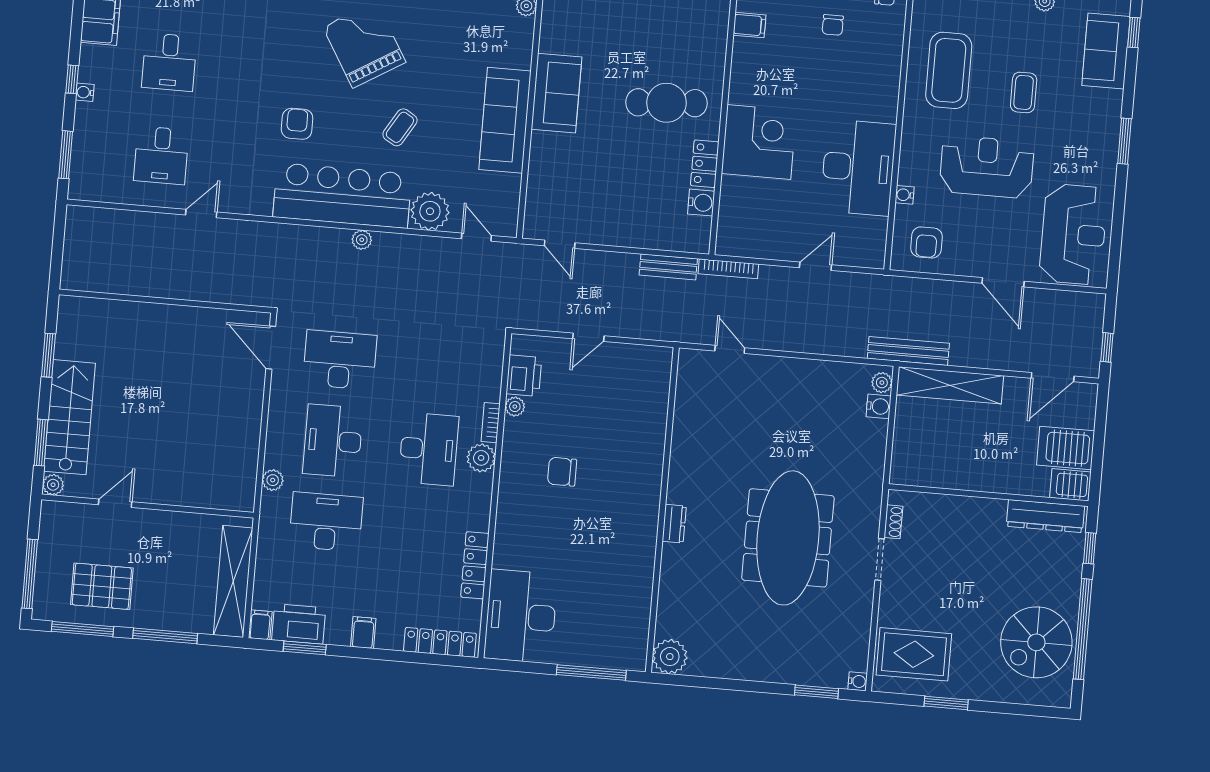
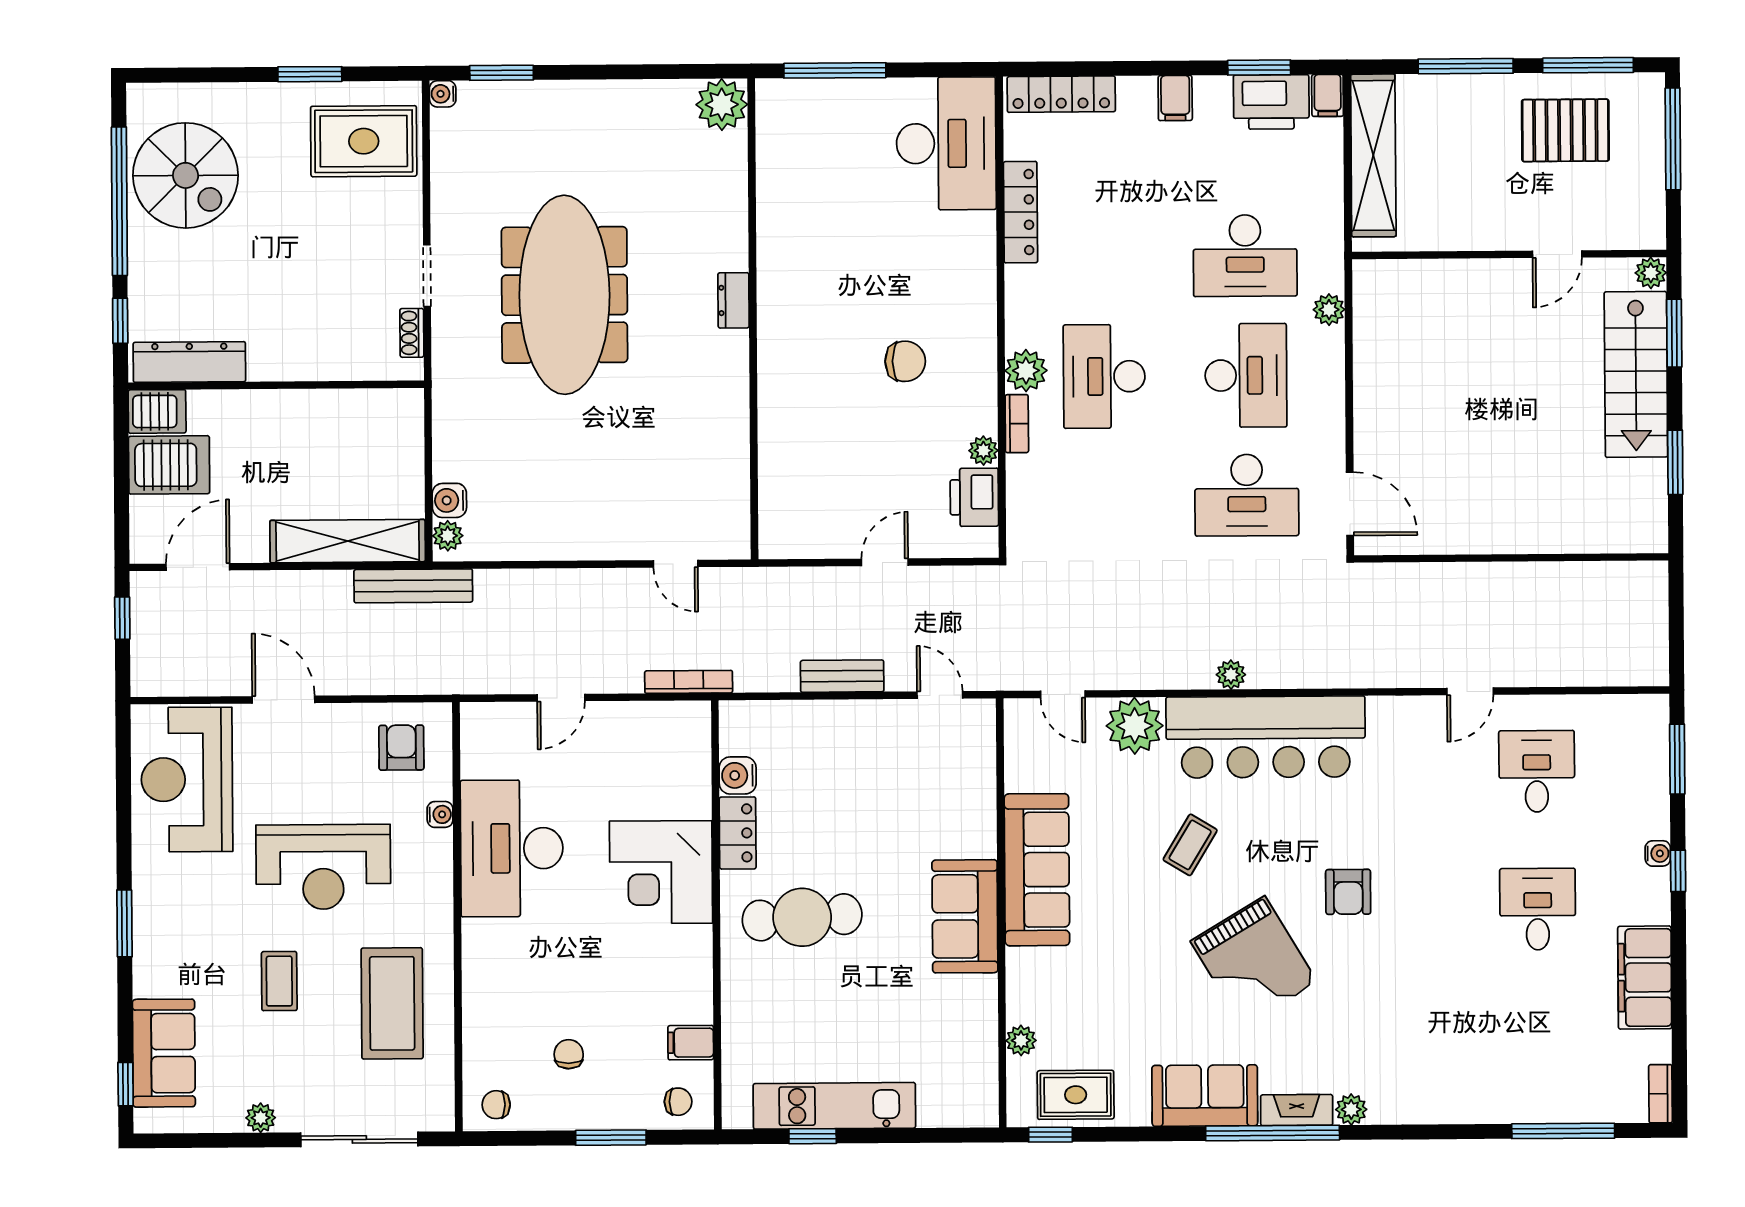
armchair: (297, 124) -> (1348, 892), moved
bench: (668, 267) -> (842, 676), moved
spiral stairs: (1036, 642) -> (186, 175), turned 90

